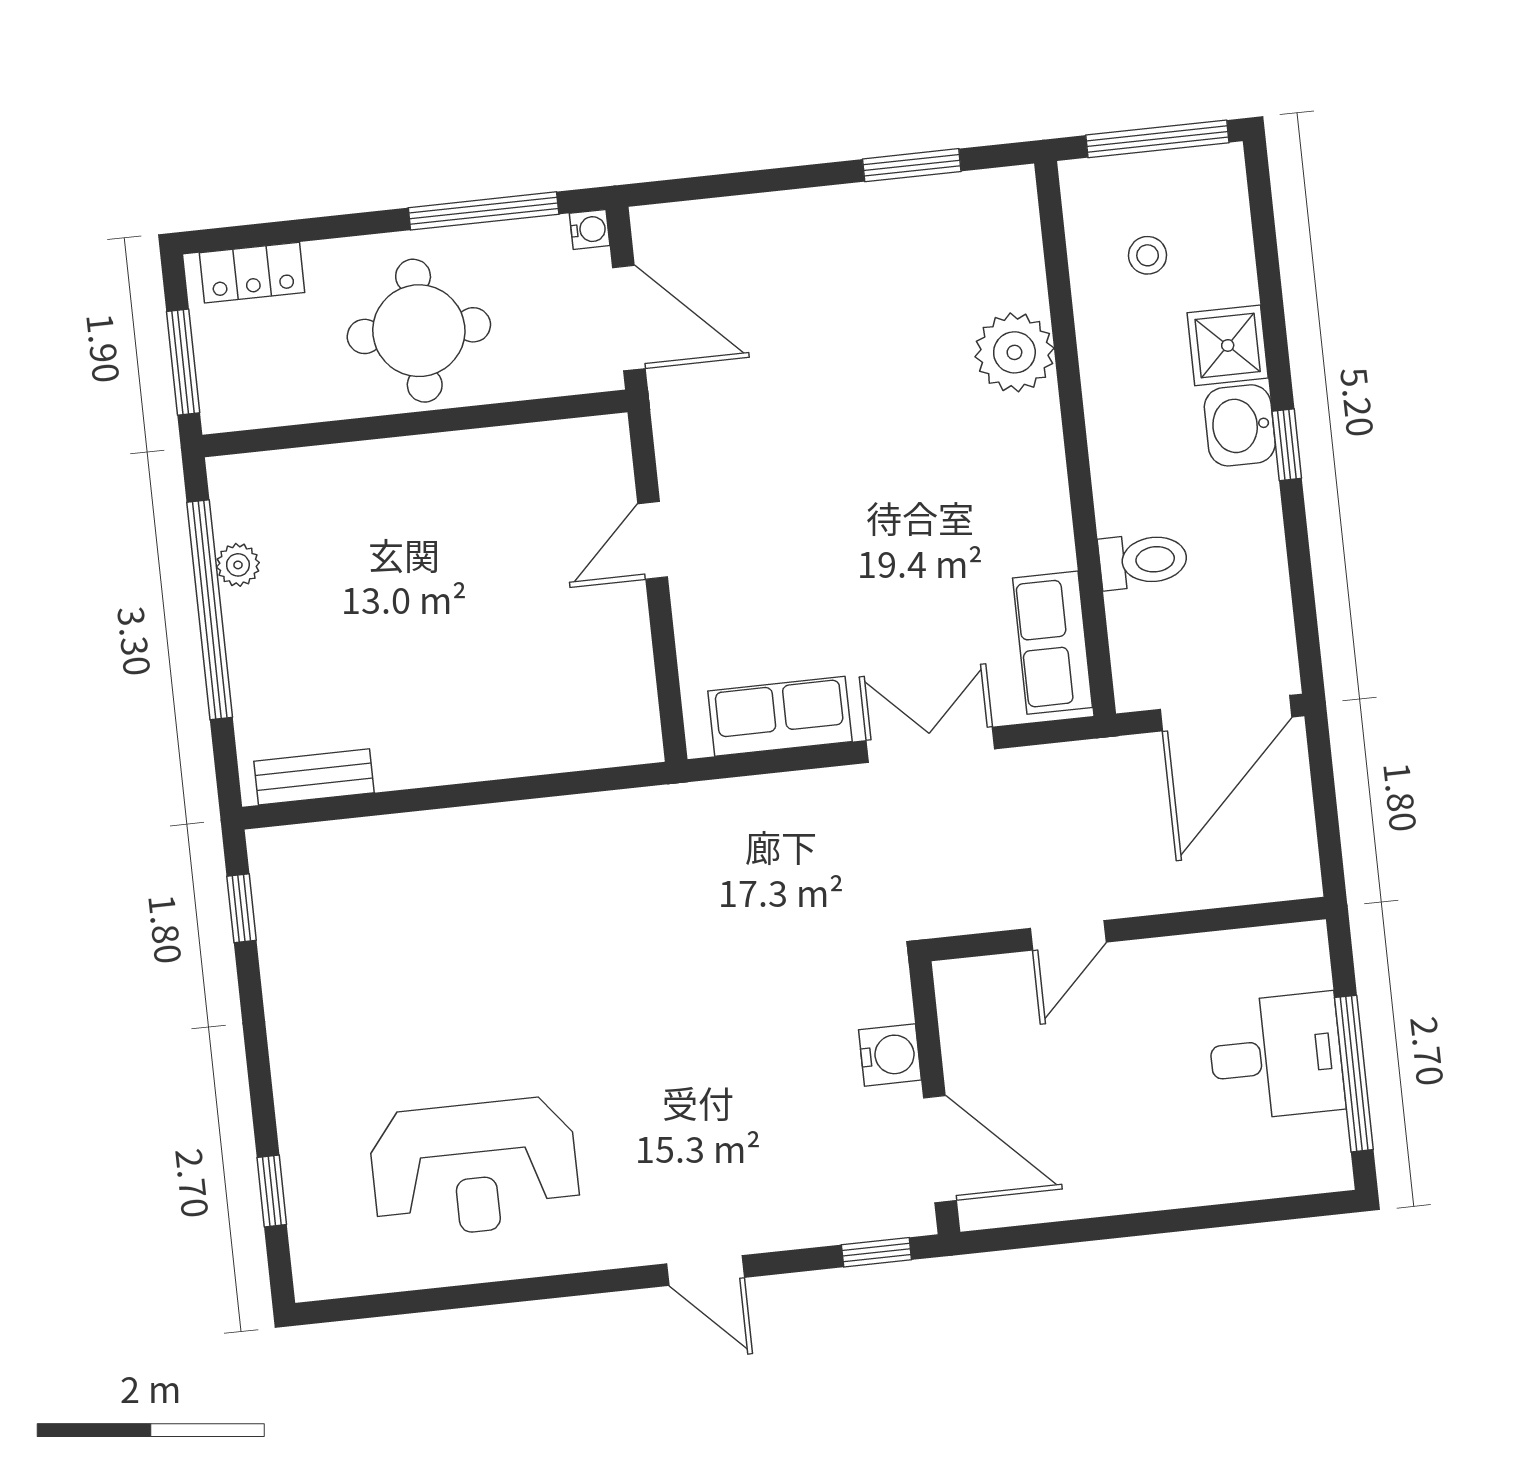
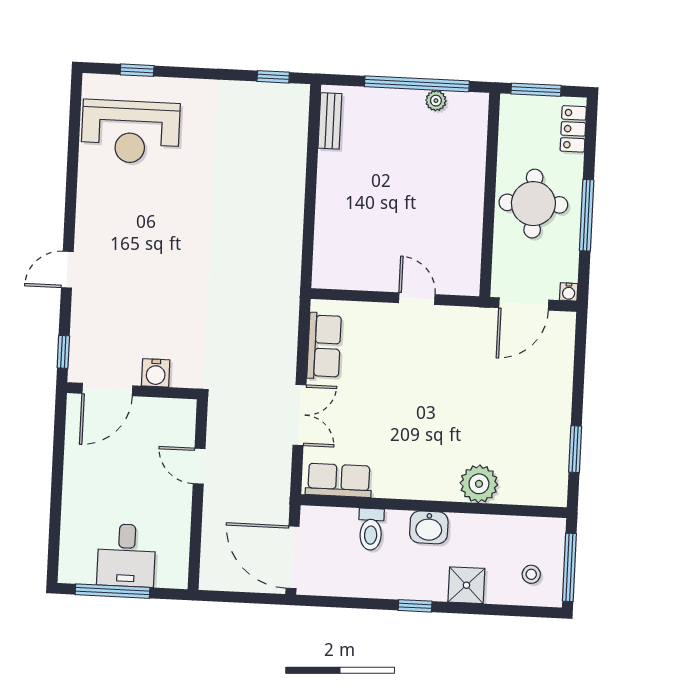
window: (484, 211) -> (587, 215), moved
stool: (1148, 255) -> (531, 574), moved
washbasin: (1240, 425) -> (429, 527), moved, turned 180
reception desk: (474, 1168) -> (130, 132), moved, turned -90

